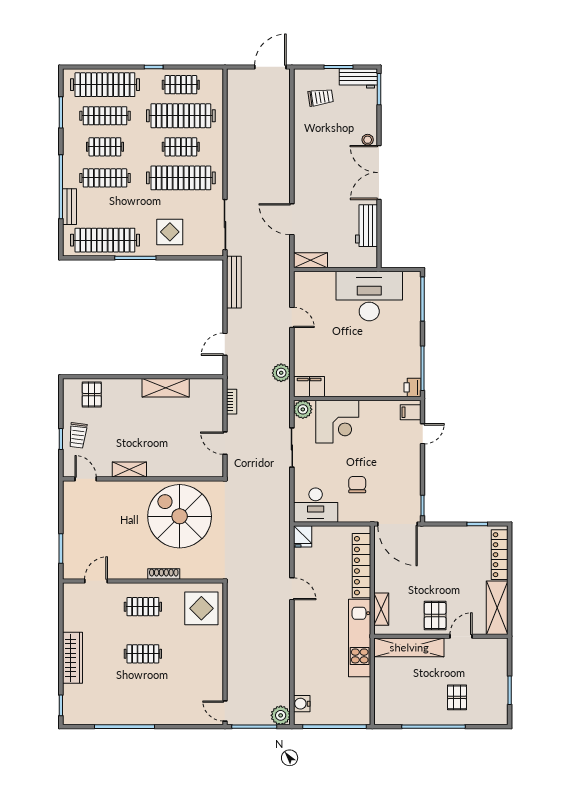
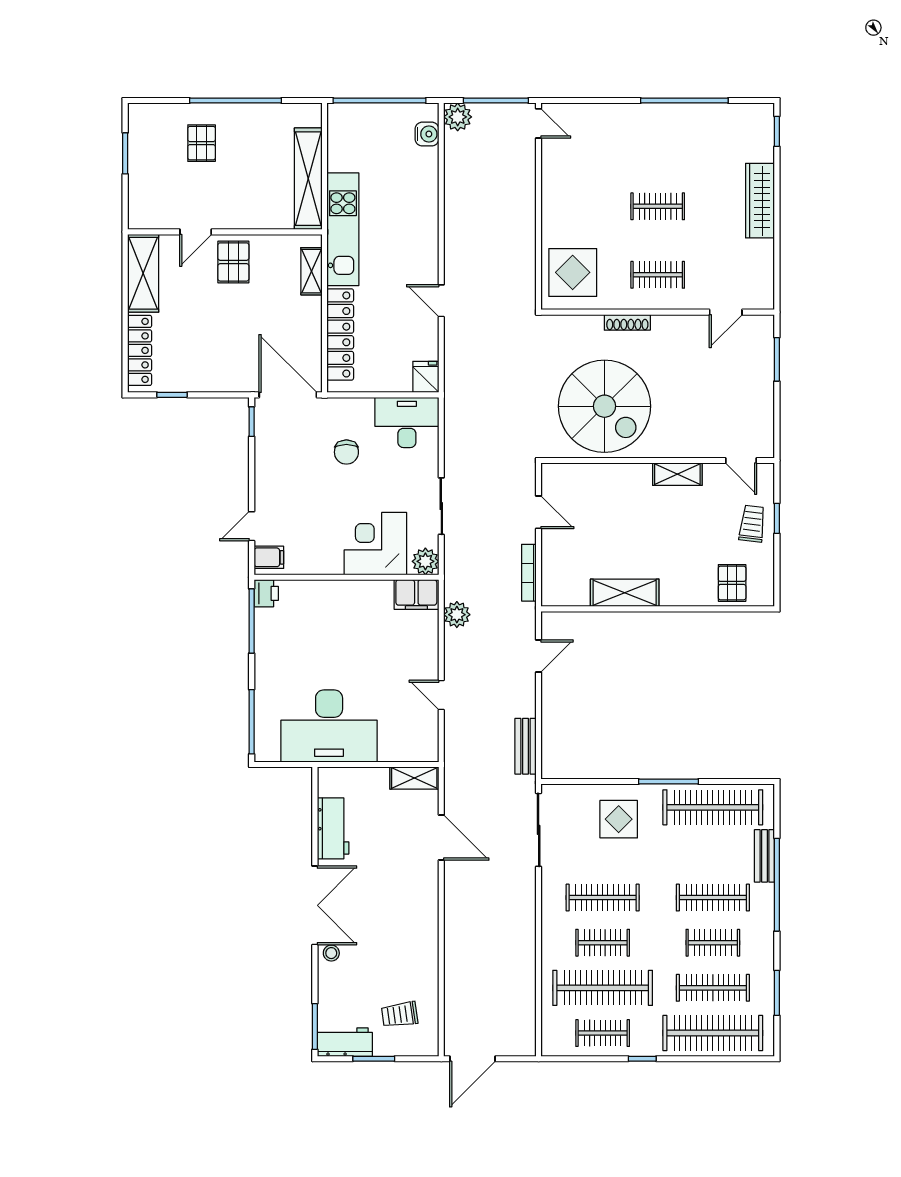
clothes rail: (181, 178) -> (603, 898), width x0.73, depth x0.76
bench: (234, 282) -> (526, 746), width x0.73
bookcase: (232, 402) -> (529, 573), width x1.56
shelving: (409, 647) -> (308, 179), moved, turned 90

